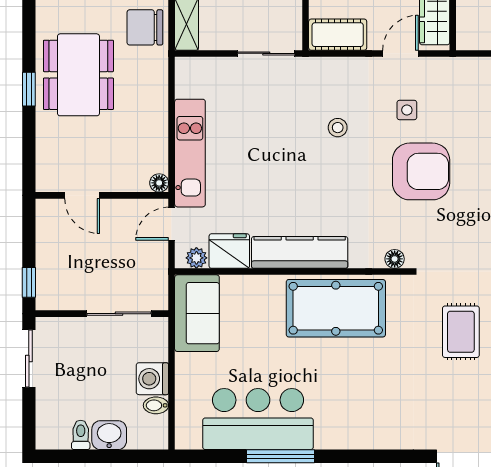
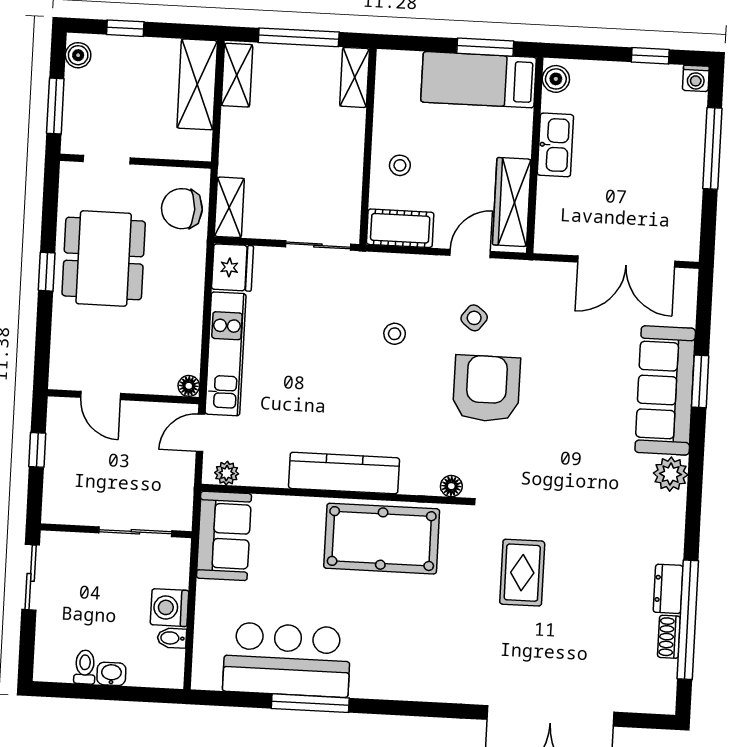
side table: (407, 110) -> (474, 318), turned 37
armchair: (421, 171) -> (487, 388), turned -90
fridge: (229, 251) -> (232, 268), moved, turned 90
window: (29, 282) -> (37, 450), moved
washbasin: (109, 435) -> (111, 674), width x0.72, depth x0.69

